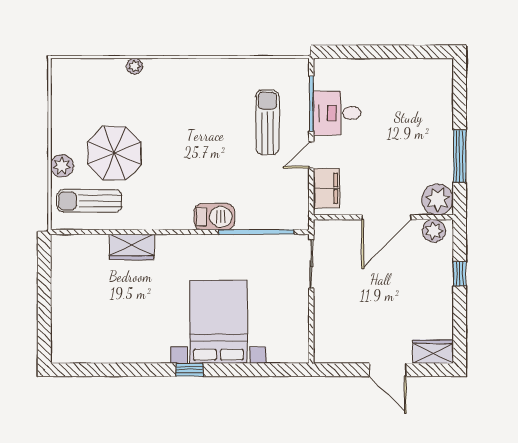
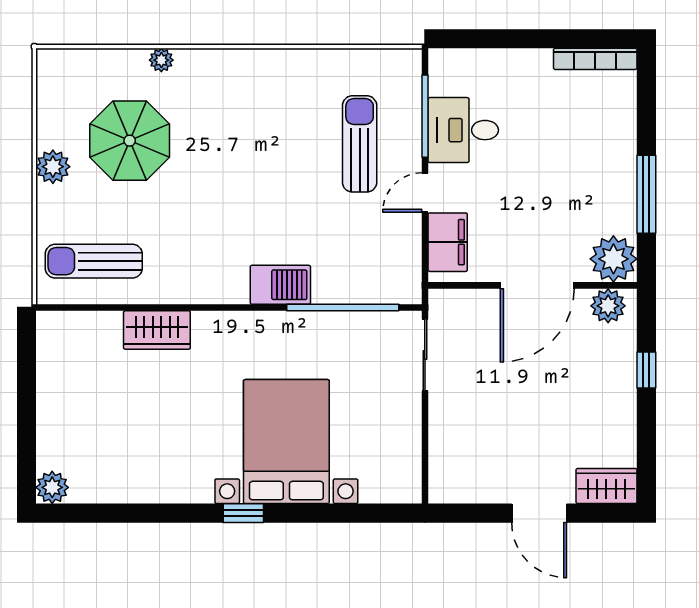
bookcase: (425, 65) -> (595, 59), added
parasol: (114, 153) -> (130, 141), moved
plant: (62, 166) -> (53, 167), moved
plant: (61, 353) -> (52, 487), added

